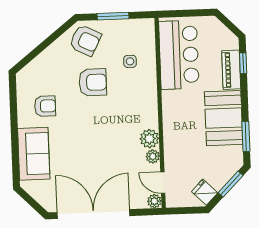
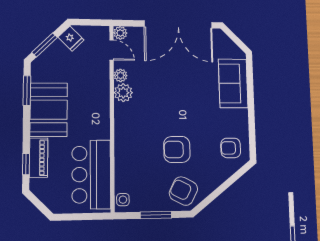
side table: (130, 61) -> (123, 200), moved
armchair: (45, 106) -> (231, 148), moved

